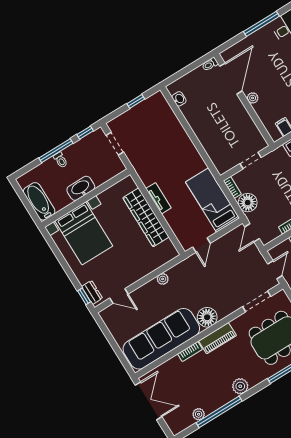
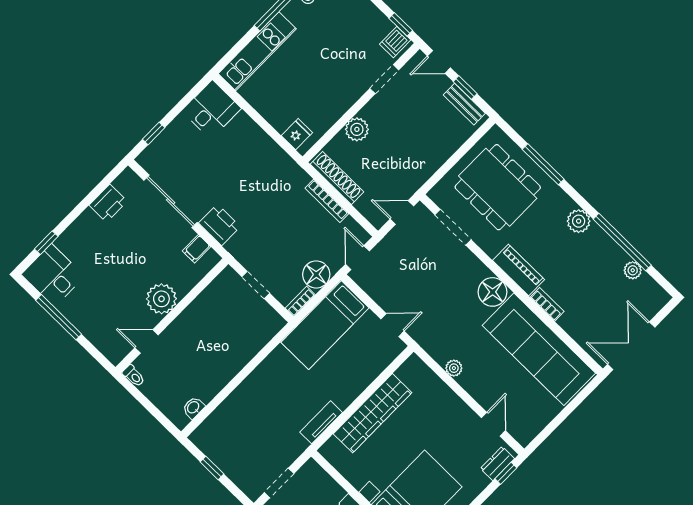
door: (231, 79) -> (147, 341), width x0.53
plant: (253, 98) -> (161, 299), width x1.87, depth x1.87
tv unit: (159, 198) -> (321, 422), moved
door: (252, 233) -> (357, 258), swing flipped

